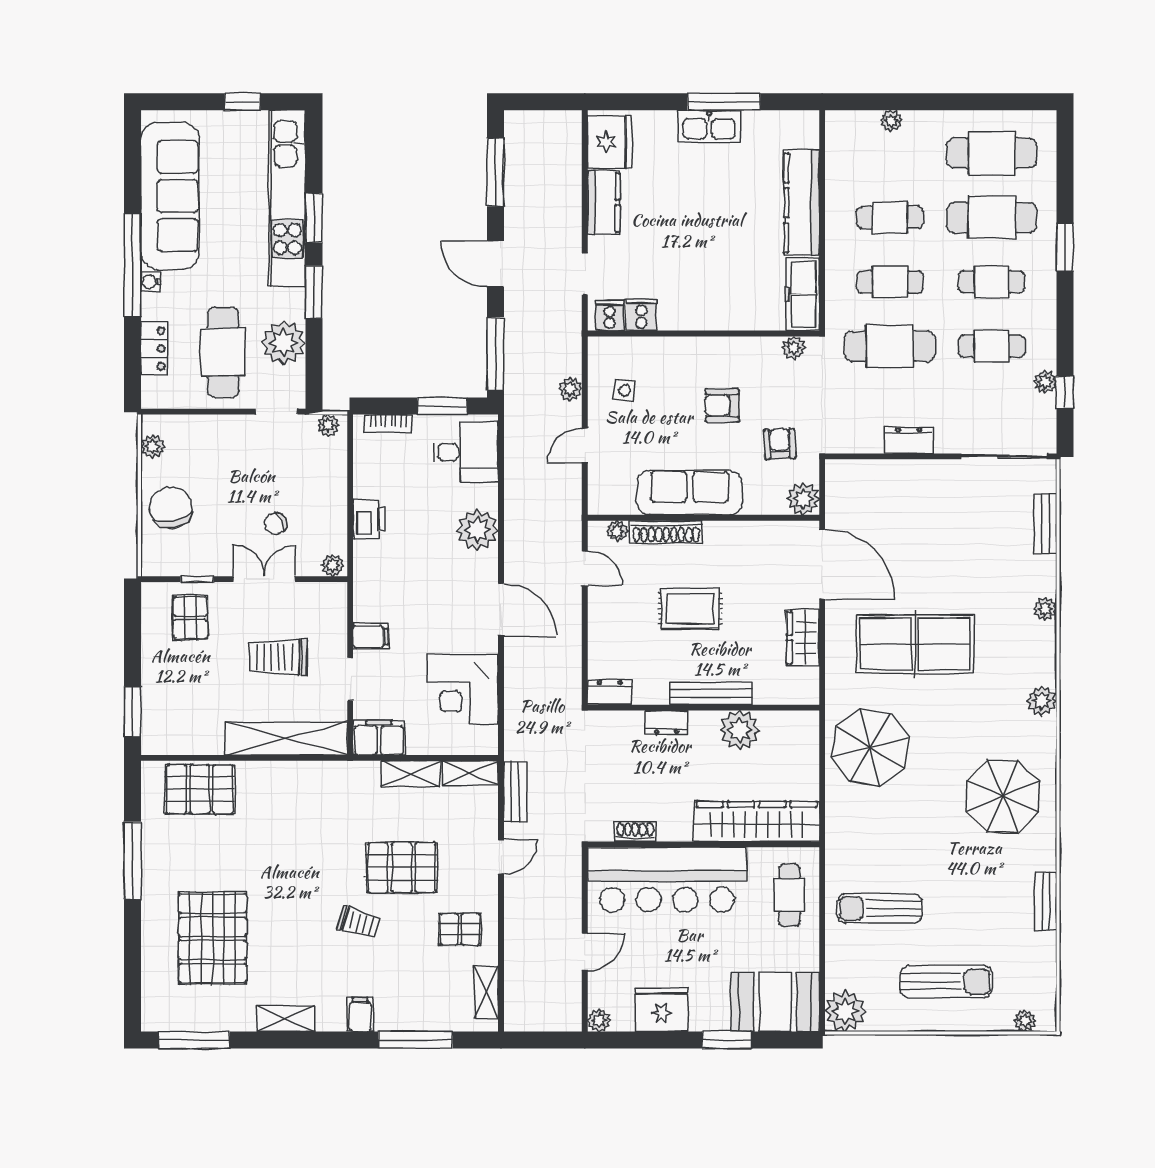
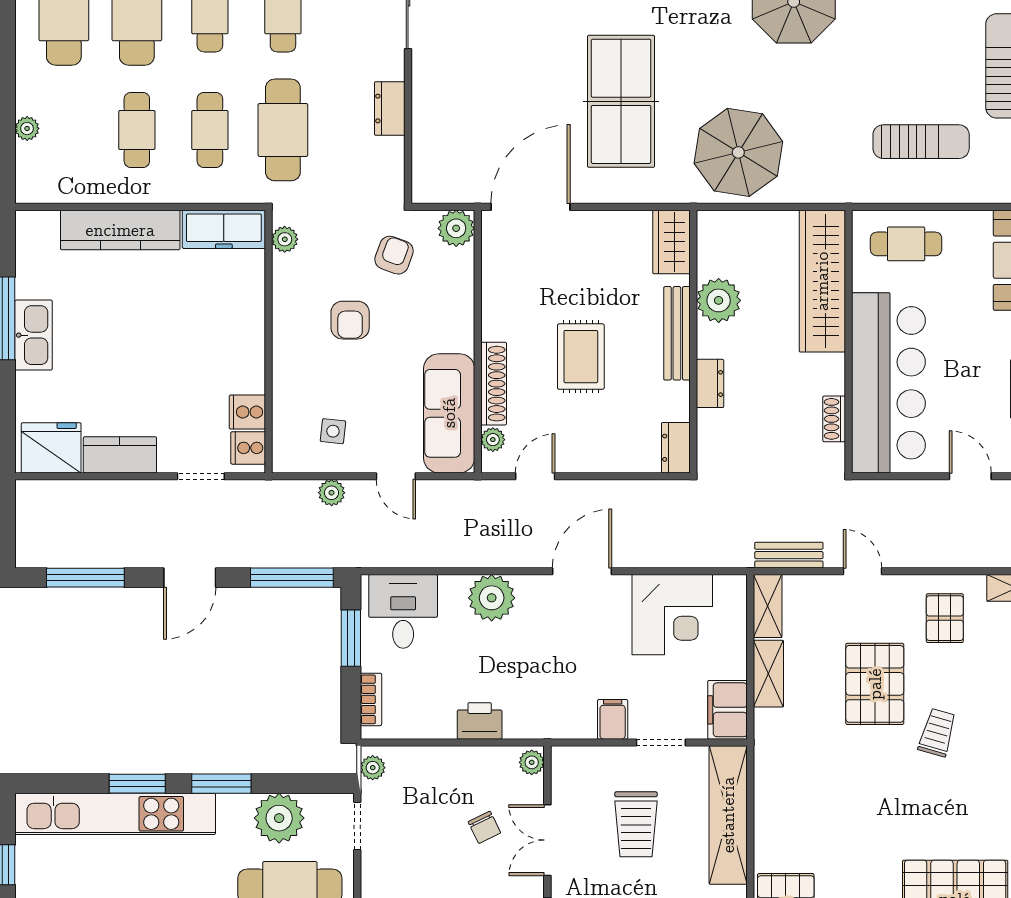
armchair: (780, 444) -> (394, 255), turned 112
sofa: (690, 493) -> (449, 413), moved
wardrobe: (803, 638) -> (671, 242), moved, turned 90
sun lounger: (880, 908) -> (921, 142), turned -90

